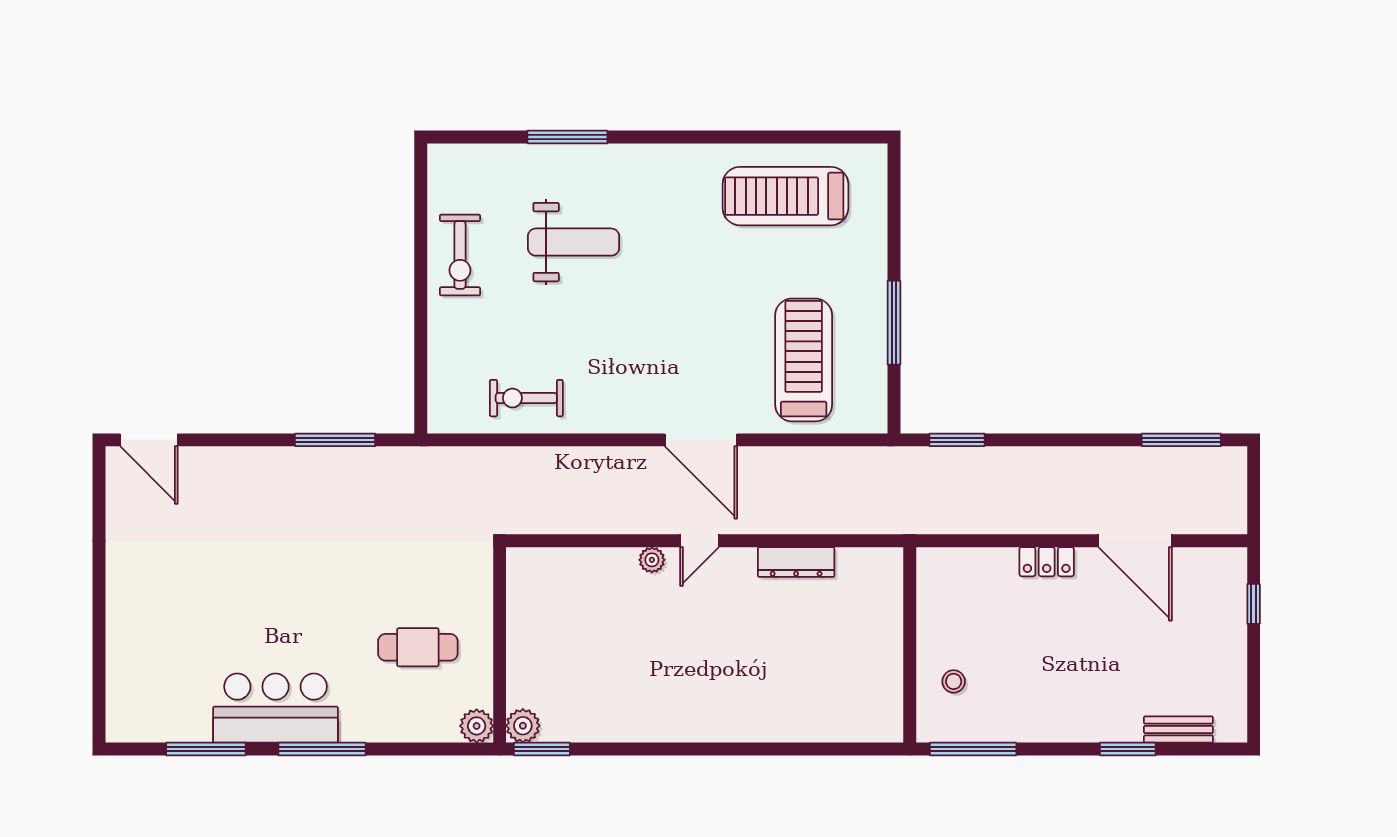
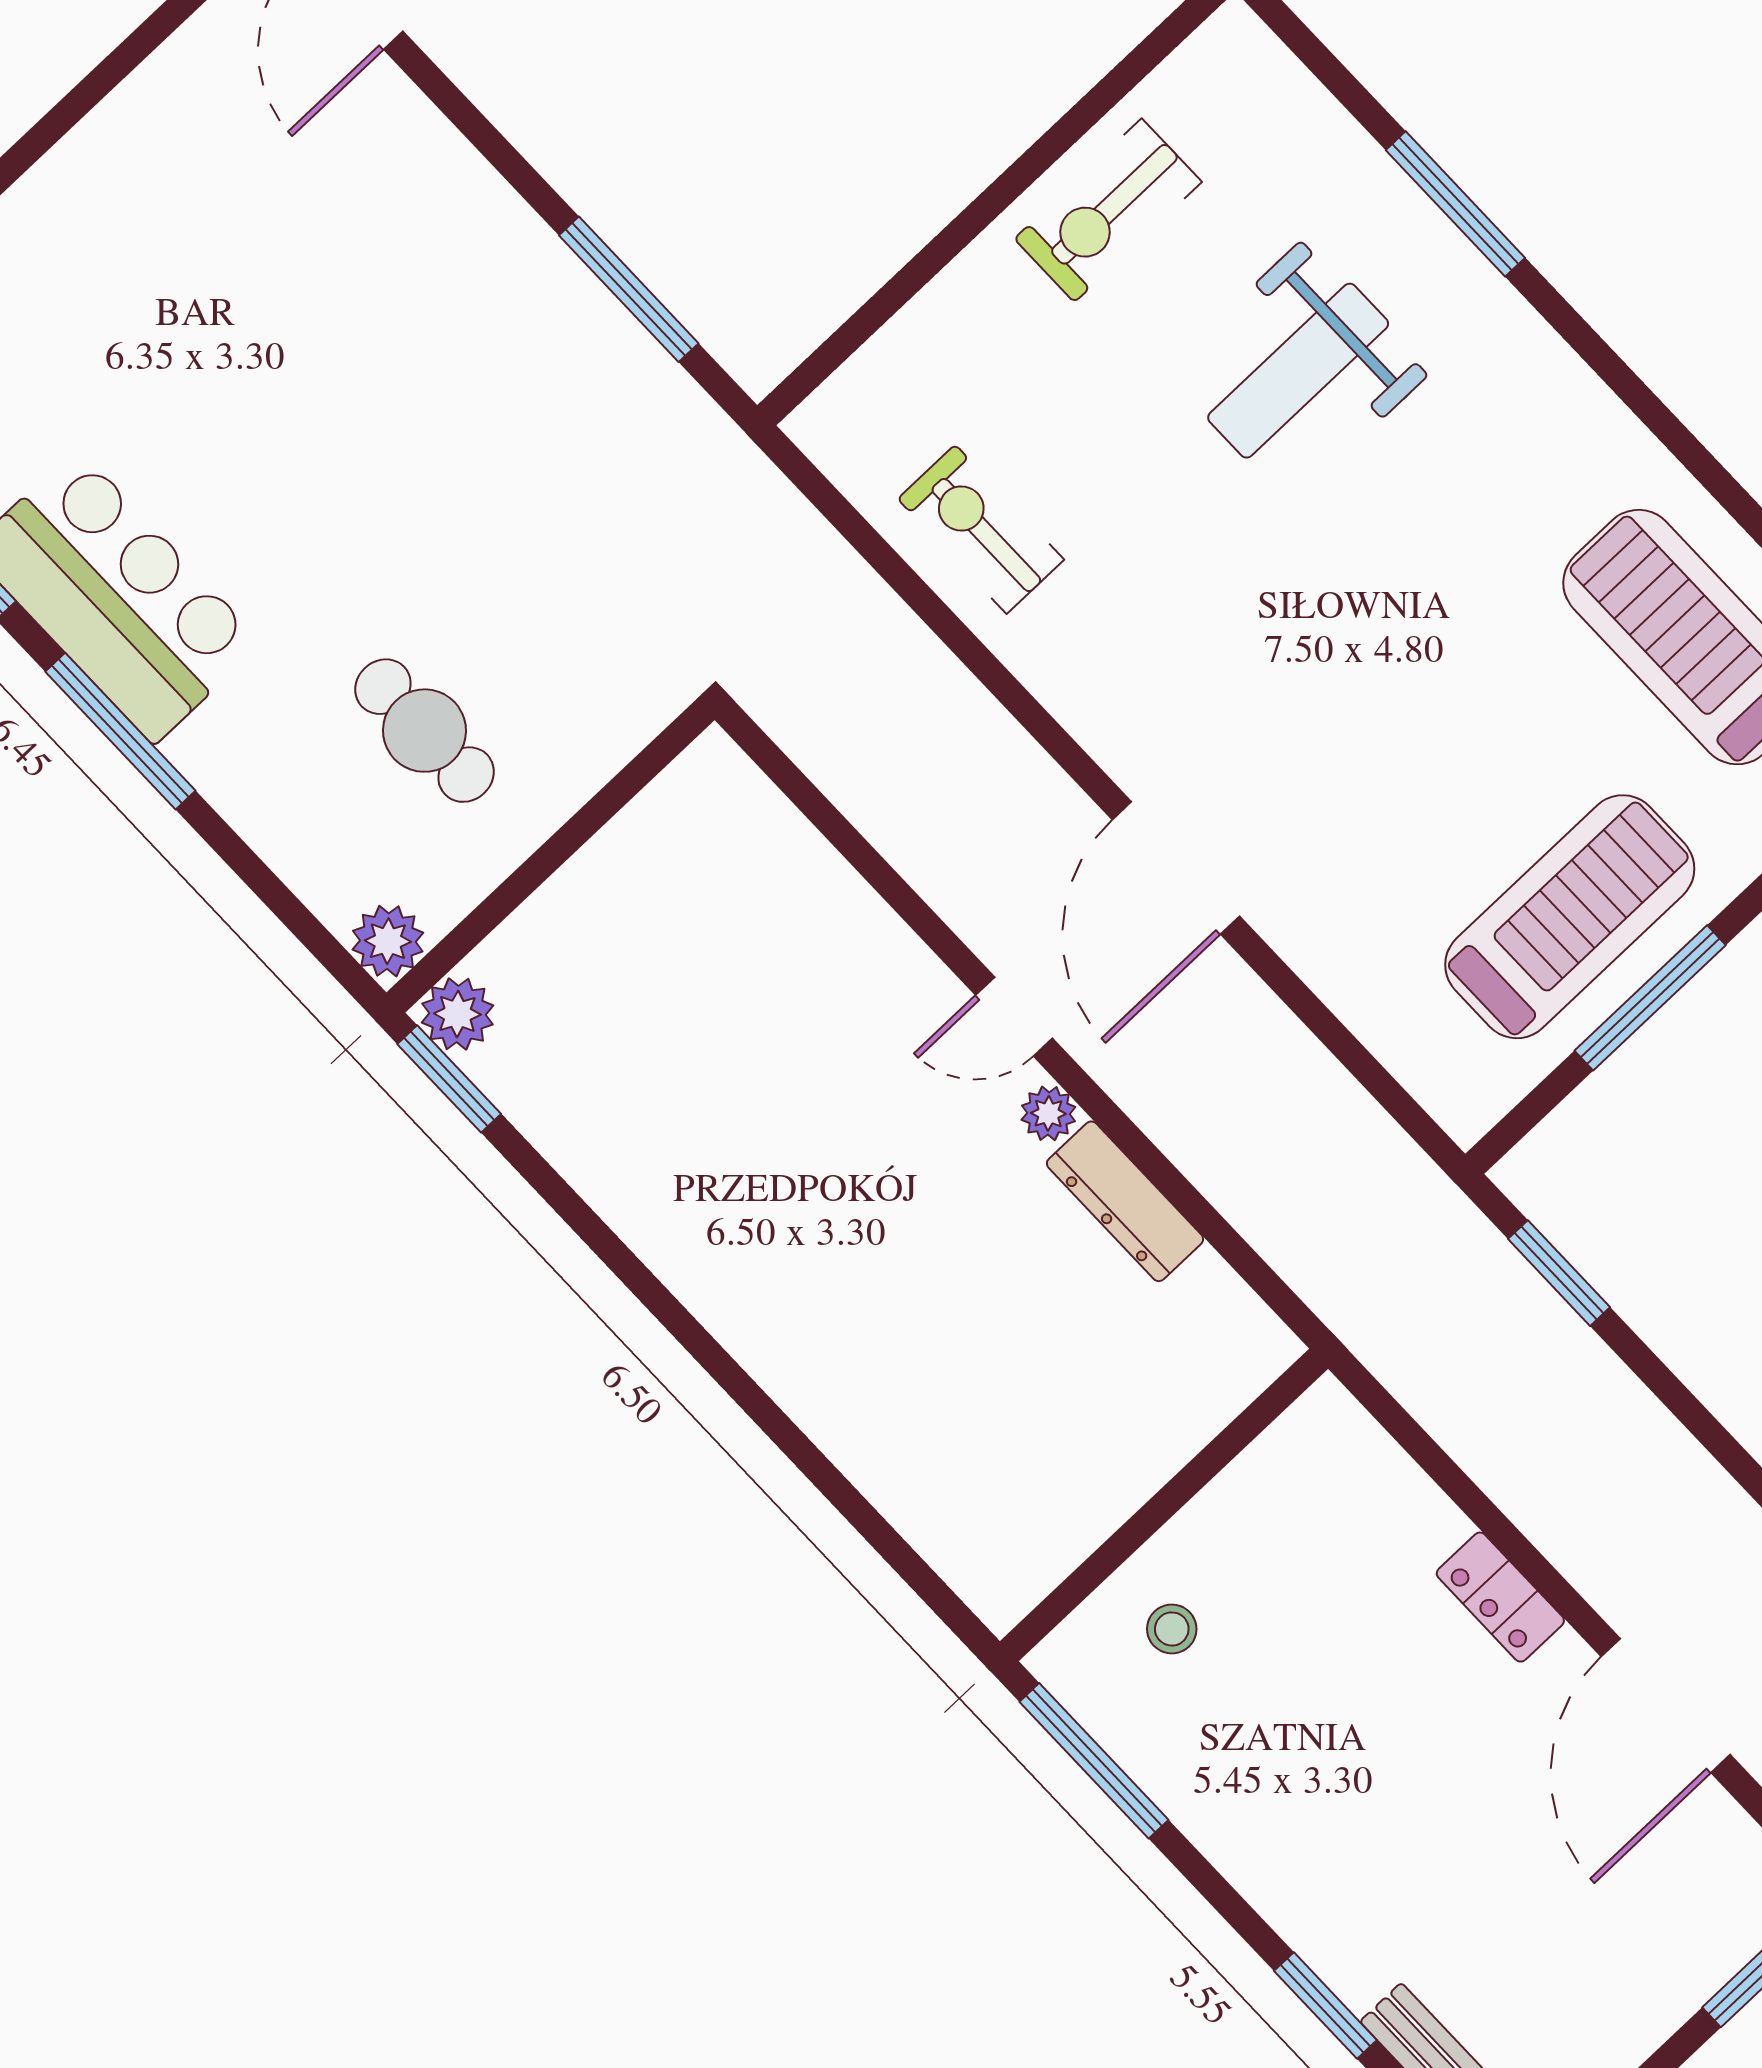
weight bench: (573, 242) -> (1298, 371), turned 90
treadmill: (804, 360) -> (1570, 917), moved
plant: (652, 560) -> (1048, 1113), moved

